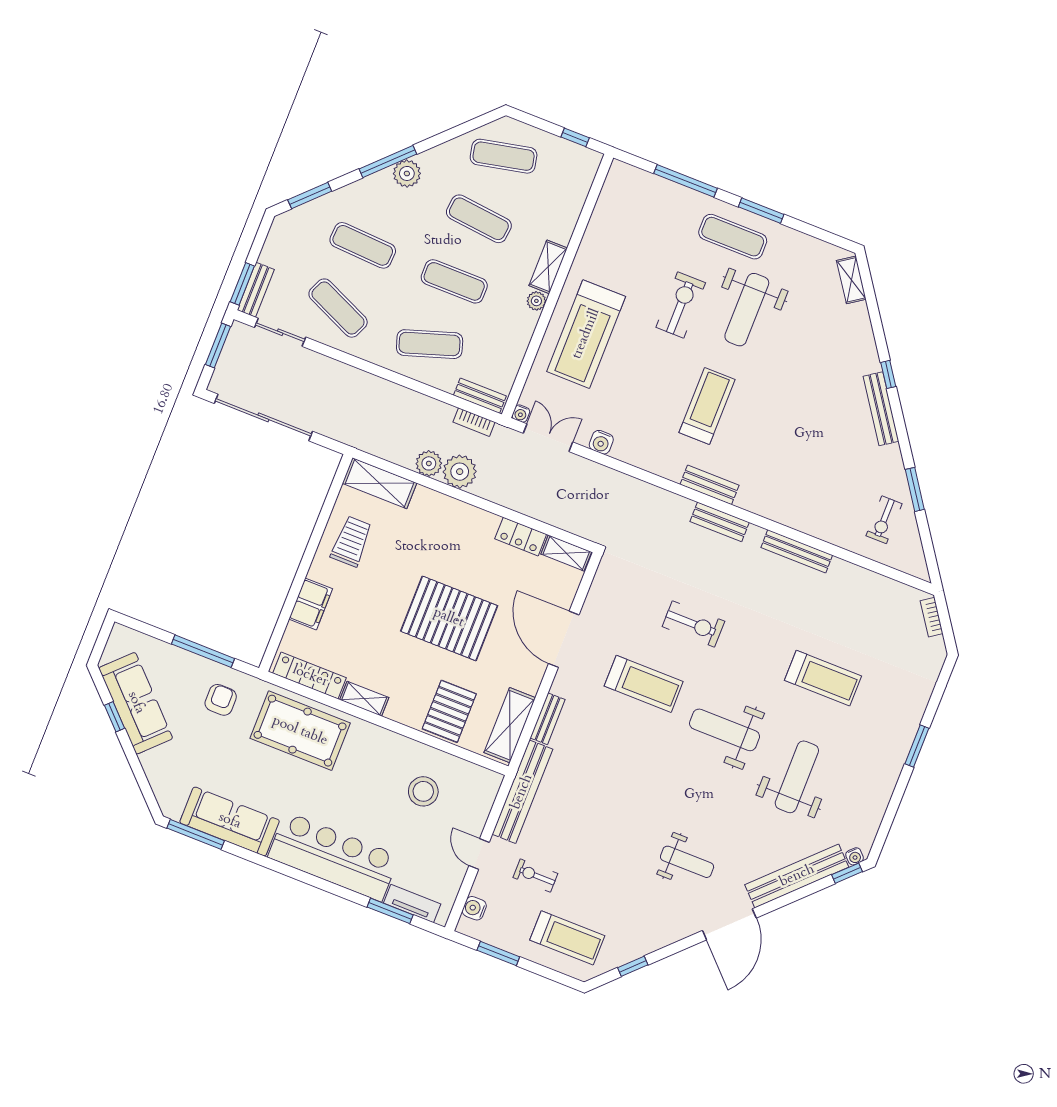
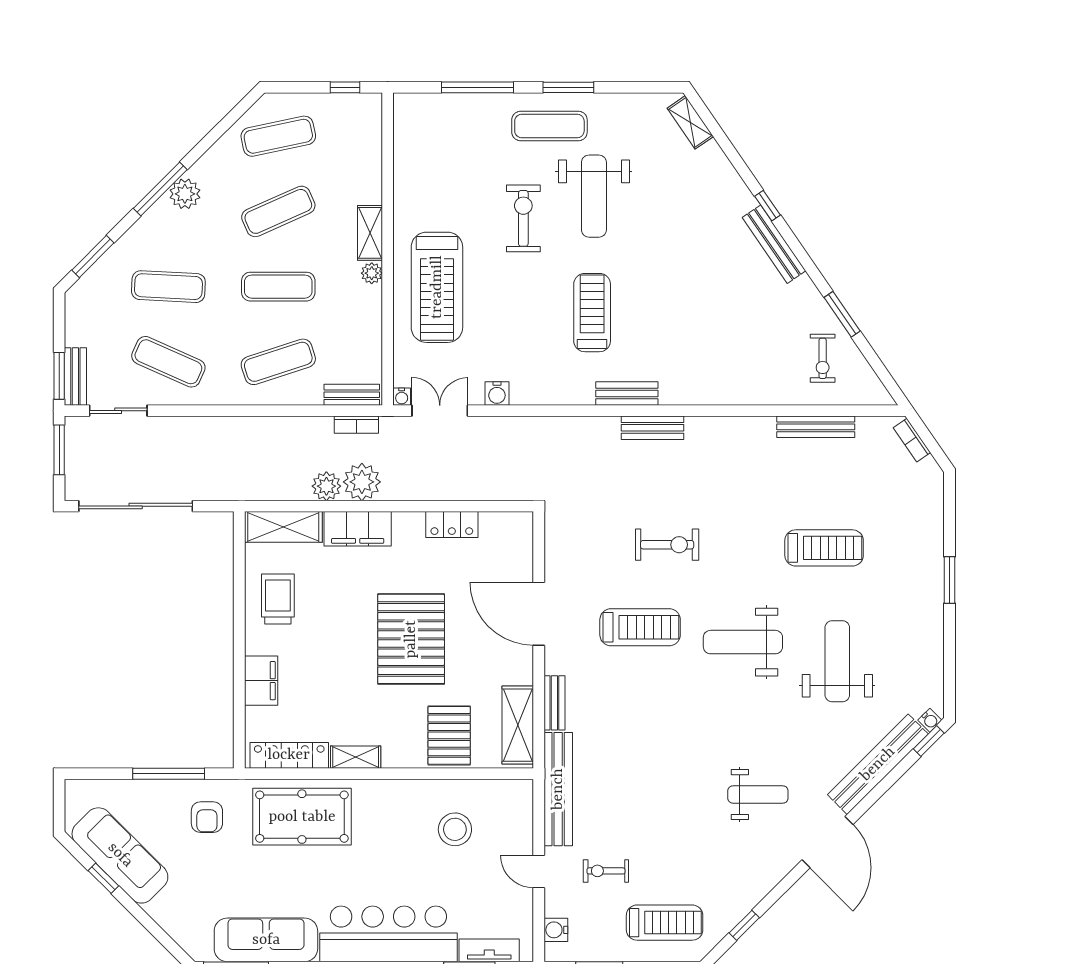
exercise mat: (479, 219) -> (278, 211), turned -30
filing cabinet: (441, 509) -> (358, 529), added
bench: (797, 551) -> (816, 427), moved
shelving: (566, 553) -> (506, 523), removed
pallet: (449, 618) -> (411, 639), turned 90
armchair: (221, 700) -> (207, 817), turned 180

